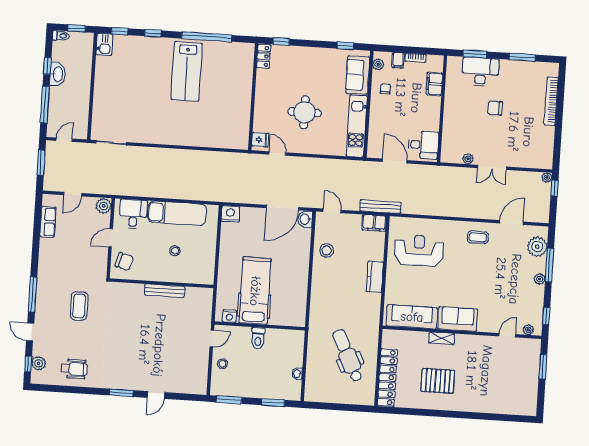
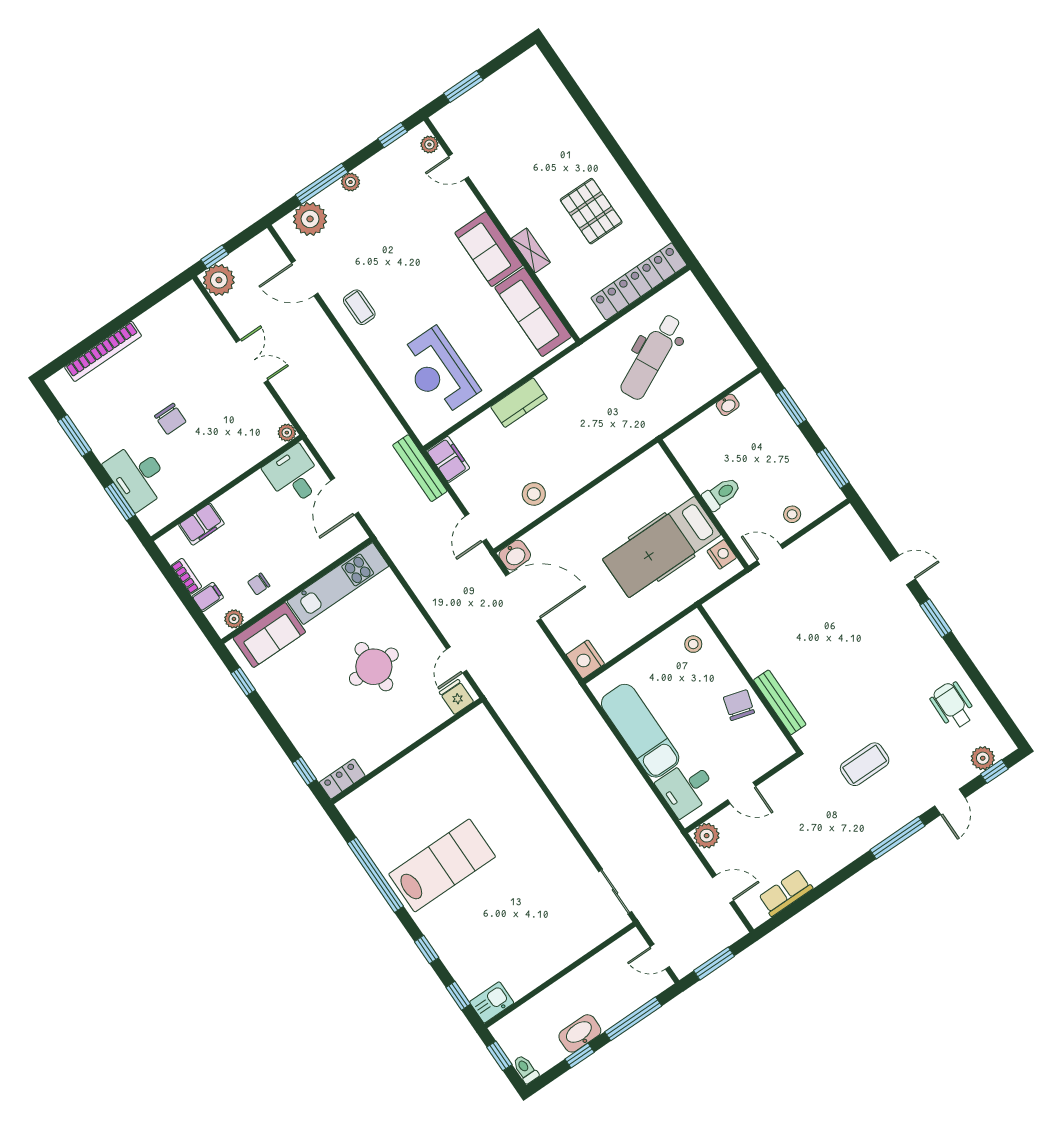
plant: (468, 159) -> (287, 433), moved
plant: (547, 178) -> (219, 280), width x1.88, depth x1.88
stool: (175, 251) -> (693, 644), moved
chair: (124, 262) -> (739, 705), moved
bench: (165, 291) -> (780, 702), moved

